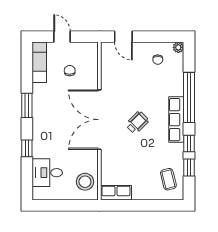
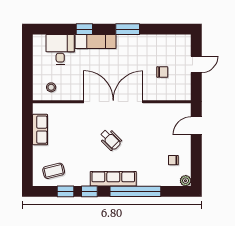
exam couch: (39, 62) -> (96, 42), moved
stool: (85, 182) -> (51, 87), width x0.53, depth x0.53
row of seats: (116, 193) -> (40, 130), moved

